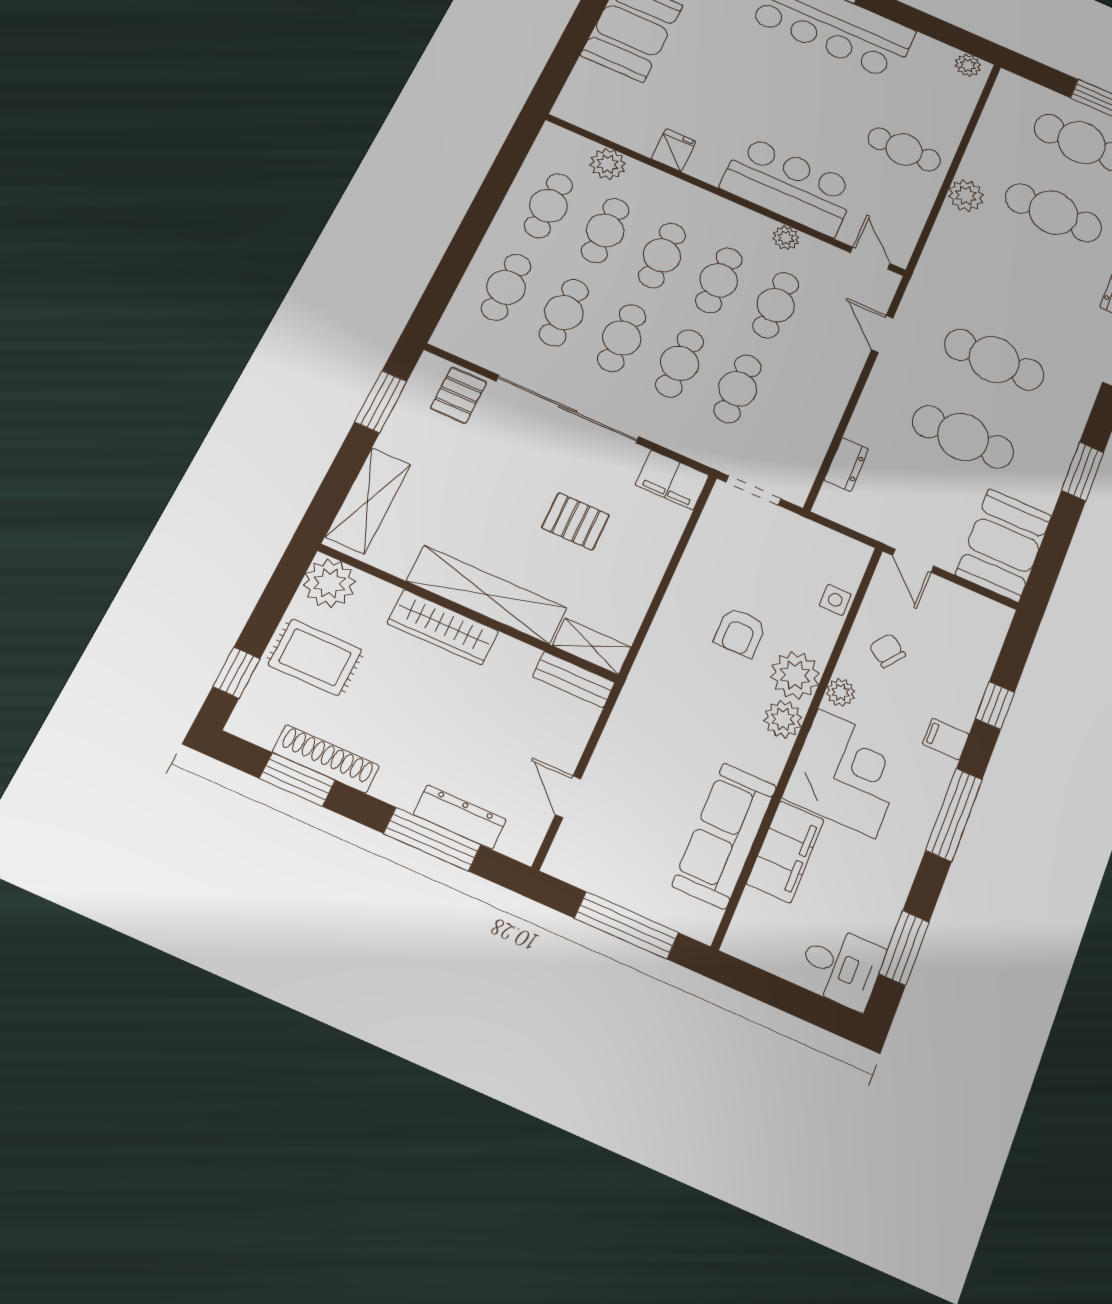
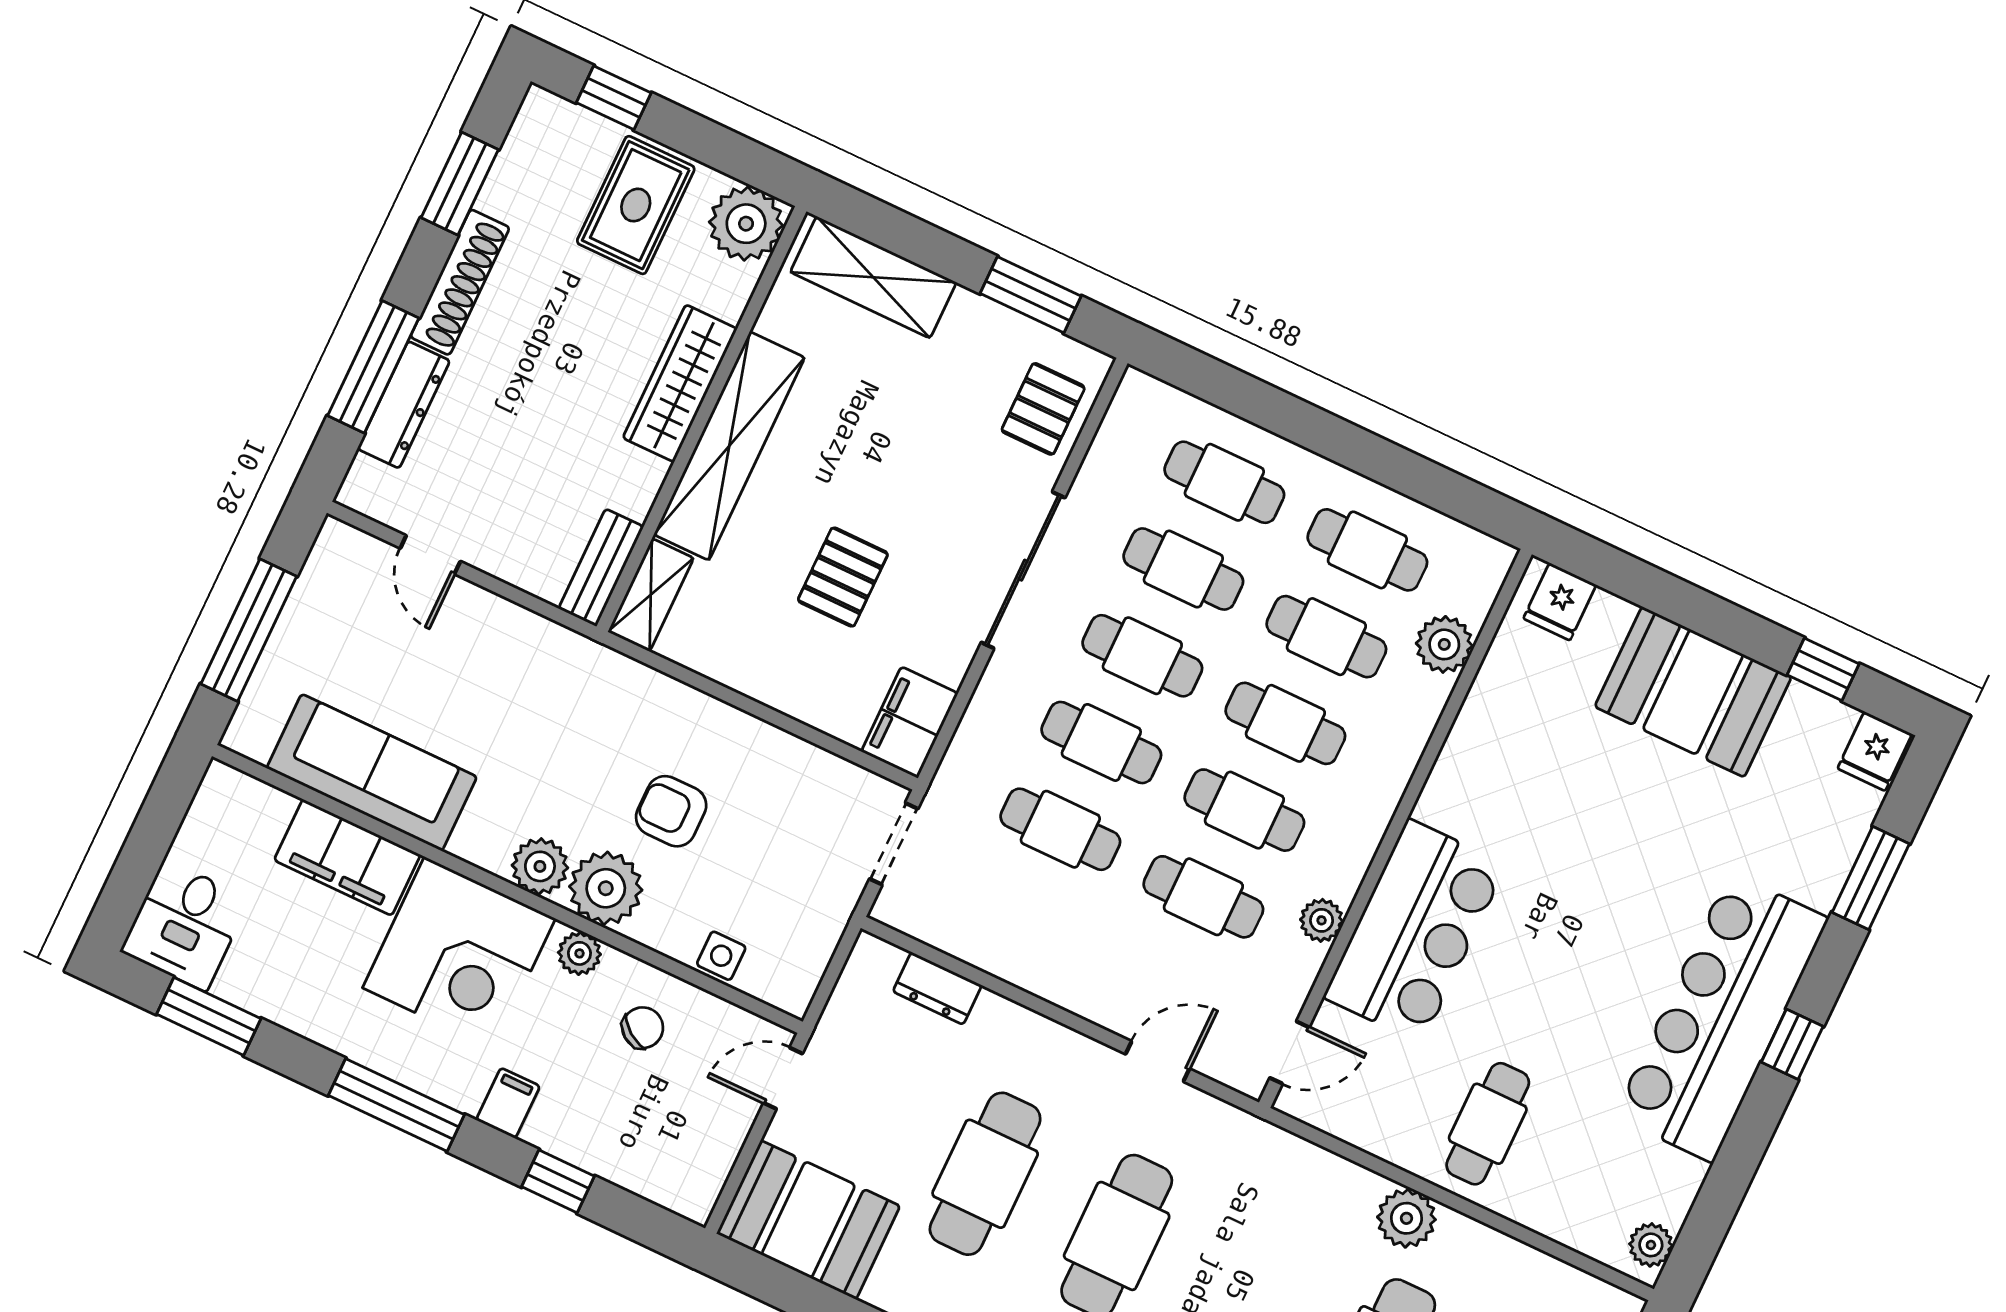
fridge: (674, 150) -> (1560, 602), moved, turned 90
pallet: (459, 395) -> (1043, 409), turned 90
sliding door: (567, 409) -> (1023, 570), width x0.73
shoe rack: (326, 759) -> (460, 282), moved
door: (568, 797) -> (430, 555), swing flipped

